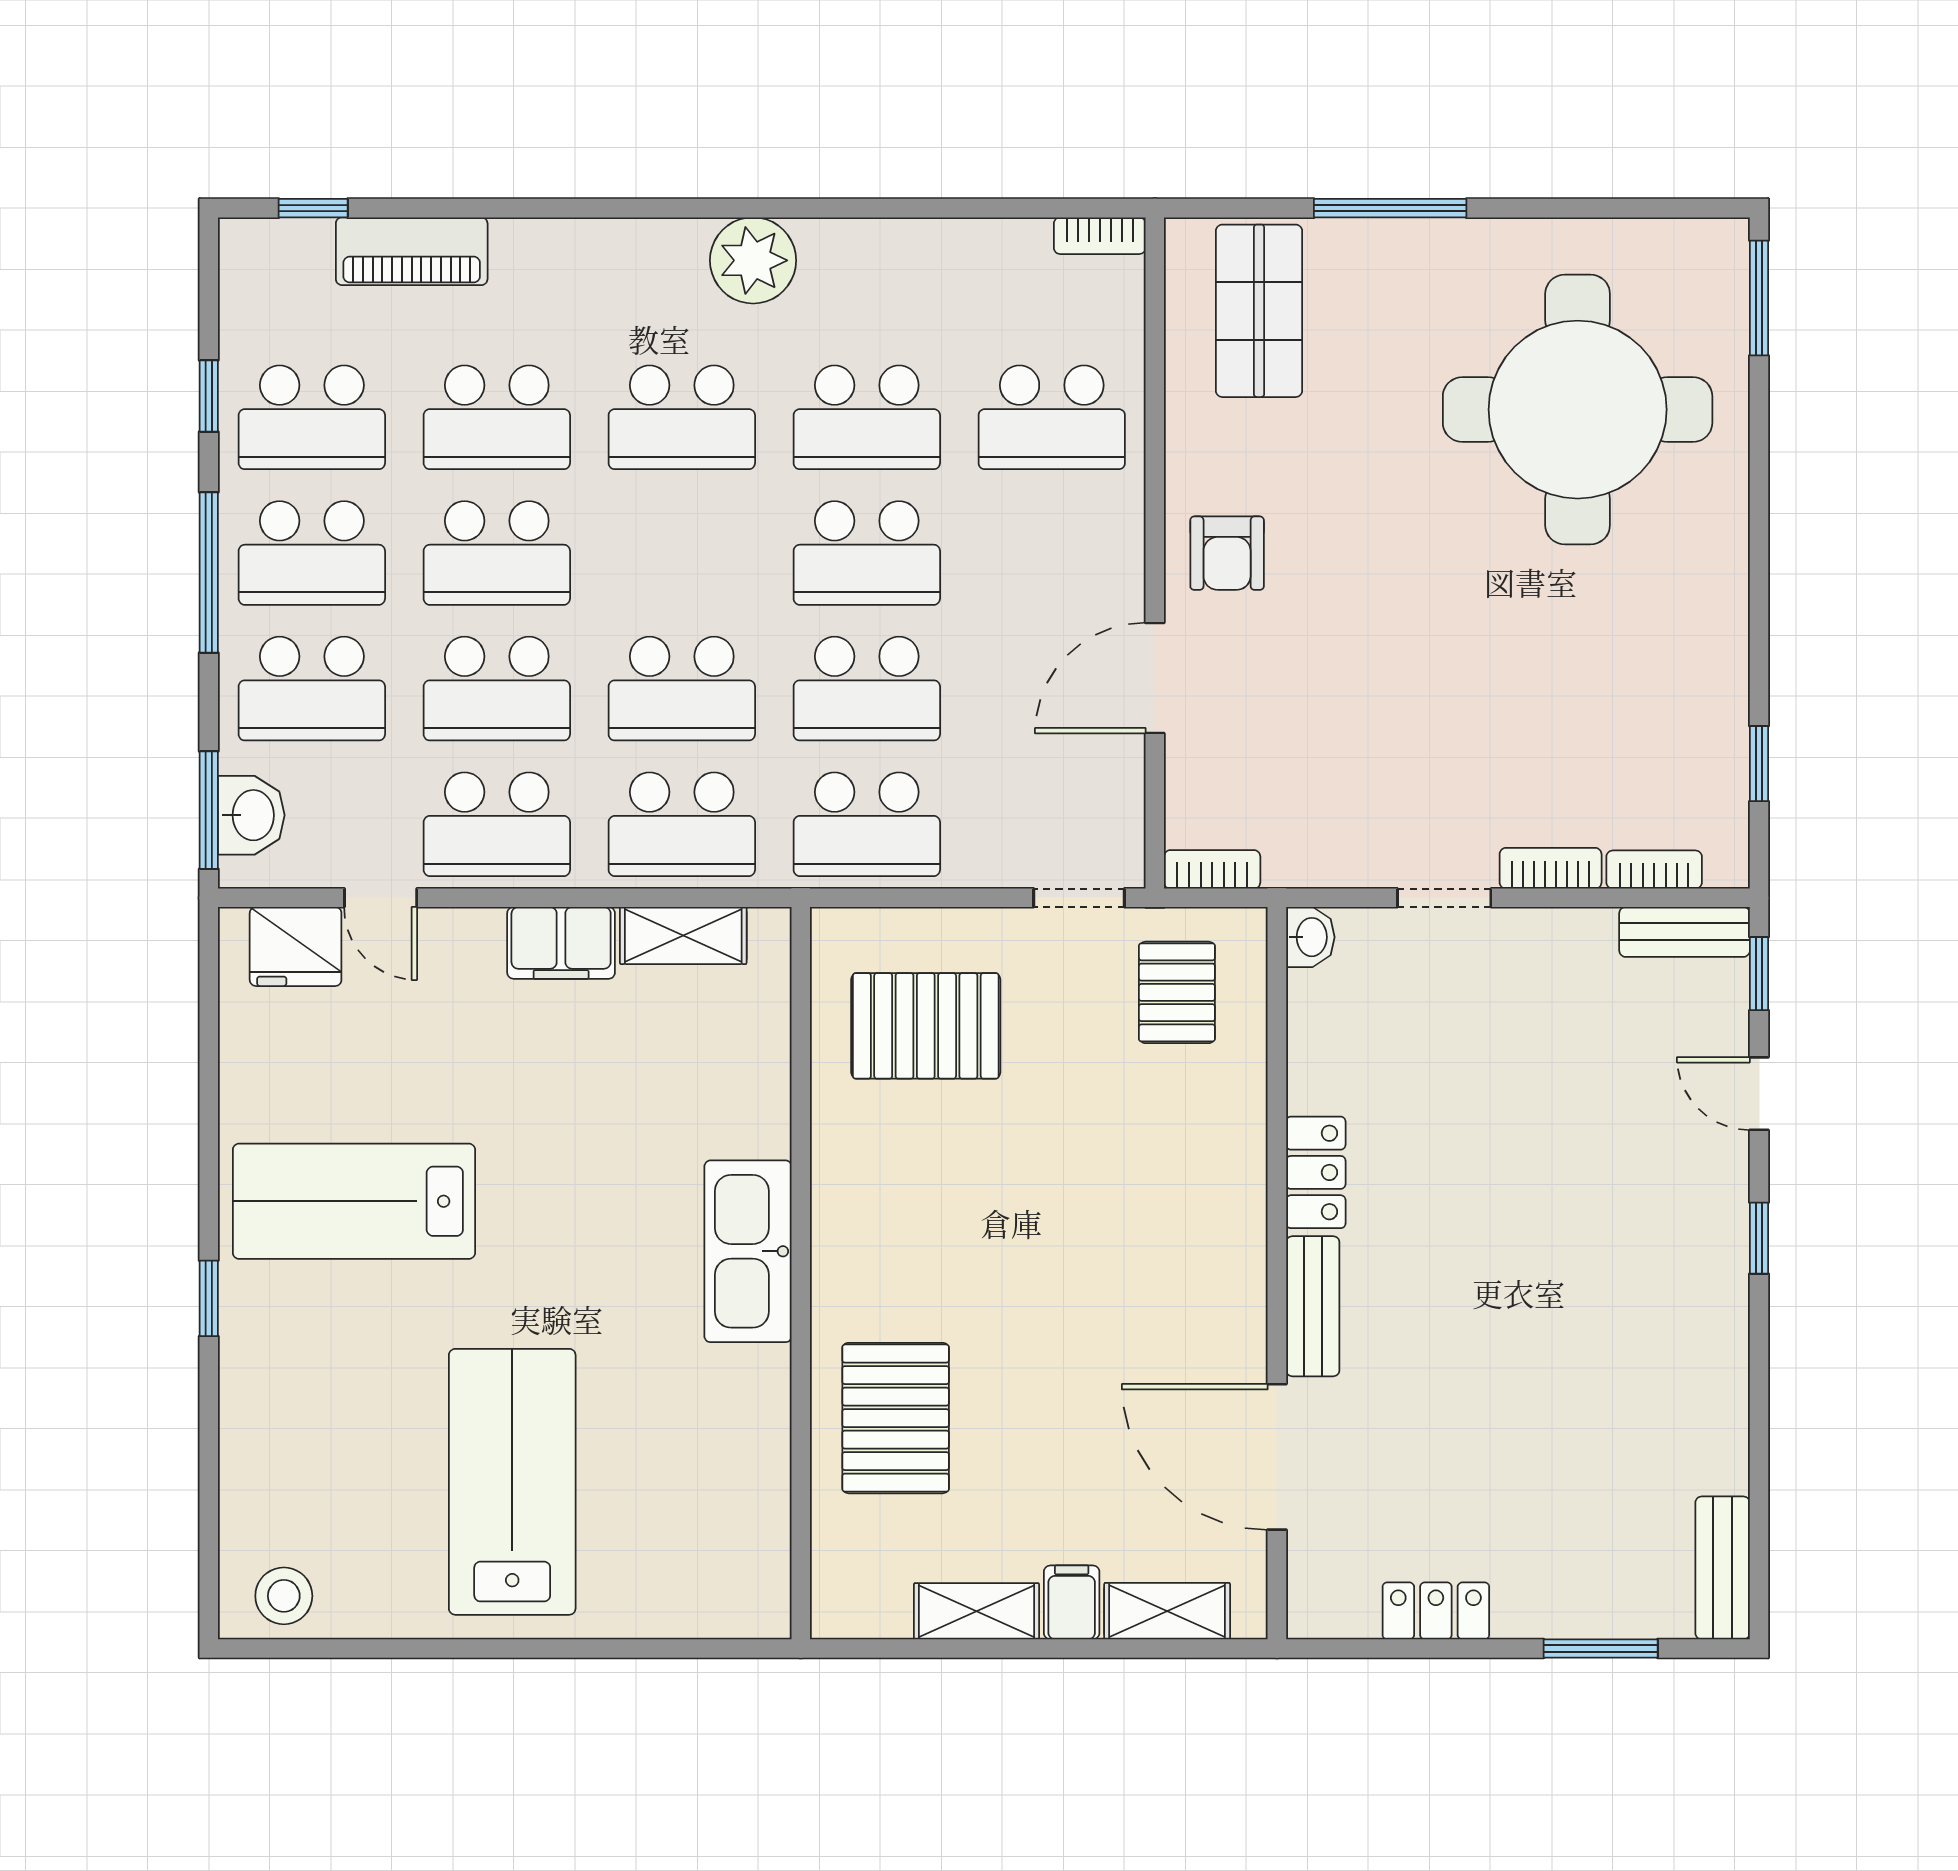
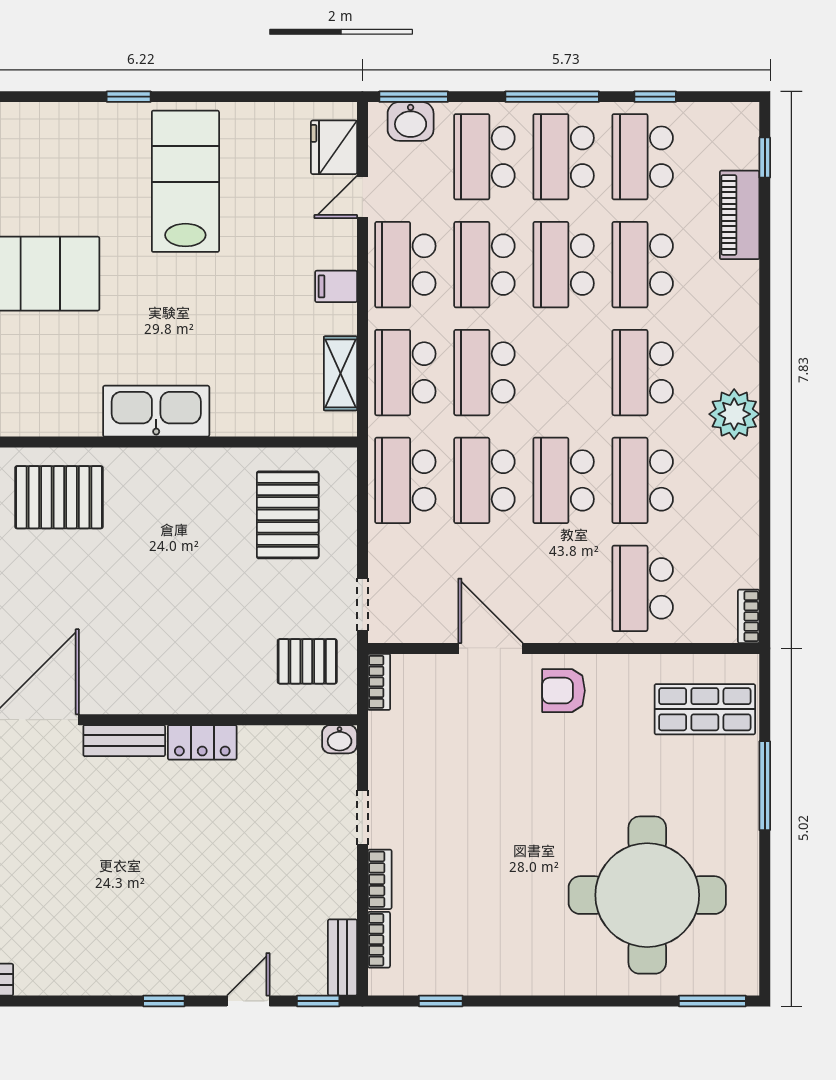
filing cabinet: (561, 943) -> (336, 286), width x0.50

